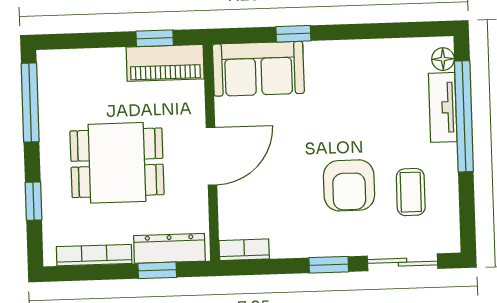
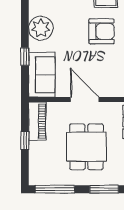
window: (155, 38) -> (25, 141), moved
plant: (351, 64) -> (41, 28), added
window: (33, 201) -> (104, 189), width x1.50

